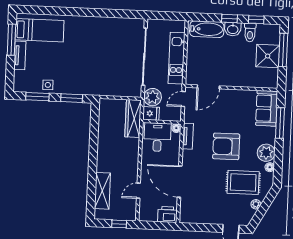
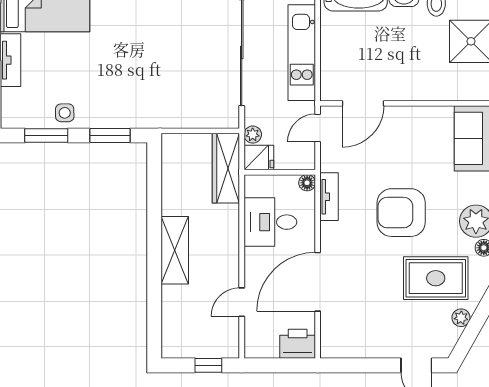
plant: (153, 97) -> (253, 135), width x0.53, depth x0.53
desk: (157, 137) -> (270, 222), moved, turned -90
door: (180, 182) -> (318, 282), hinge flipped
shelving: (102, 191) -> (175, 250), moved

